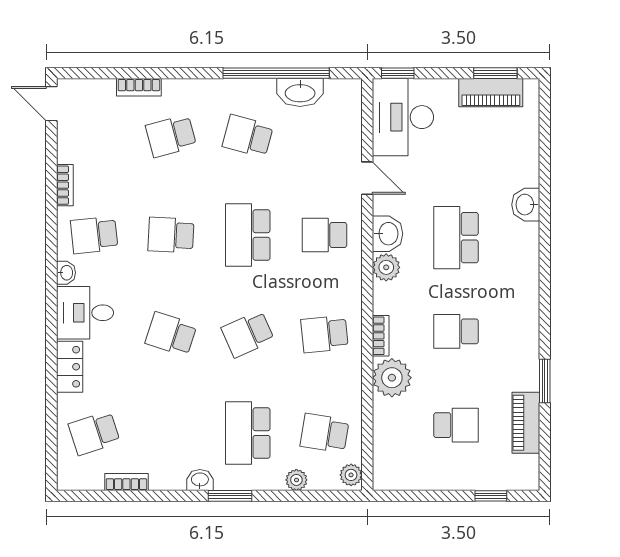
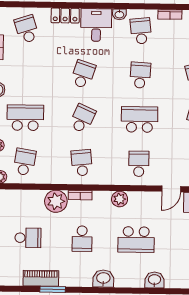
washbasin: (388, 234) -> (103, 278), moved, turned 180
school desk: (456, 238) -> (136, 240), turned 180
school desk: (456, 331) -> (82, 239), turned 180
school desk: (248, 334) -> (82, 119), turned 48
piano: (526, 423) -> (41, 278), moved
school desk: (456, 425) -> (28, 238), turned -90

